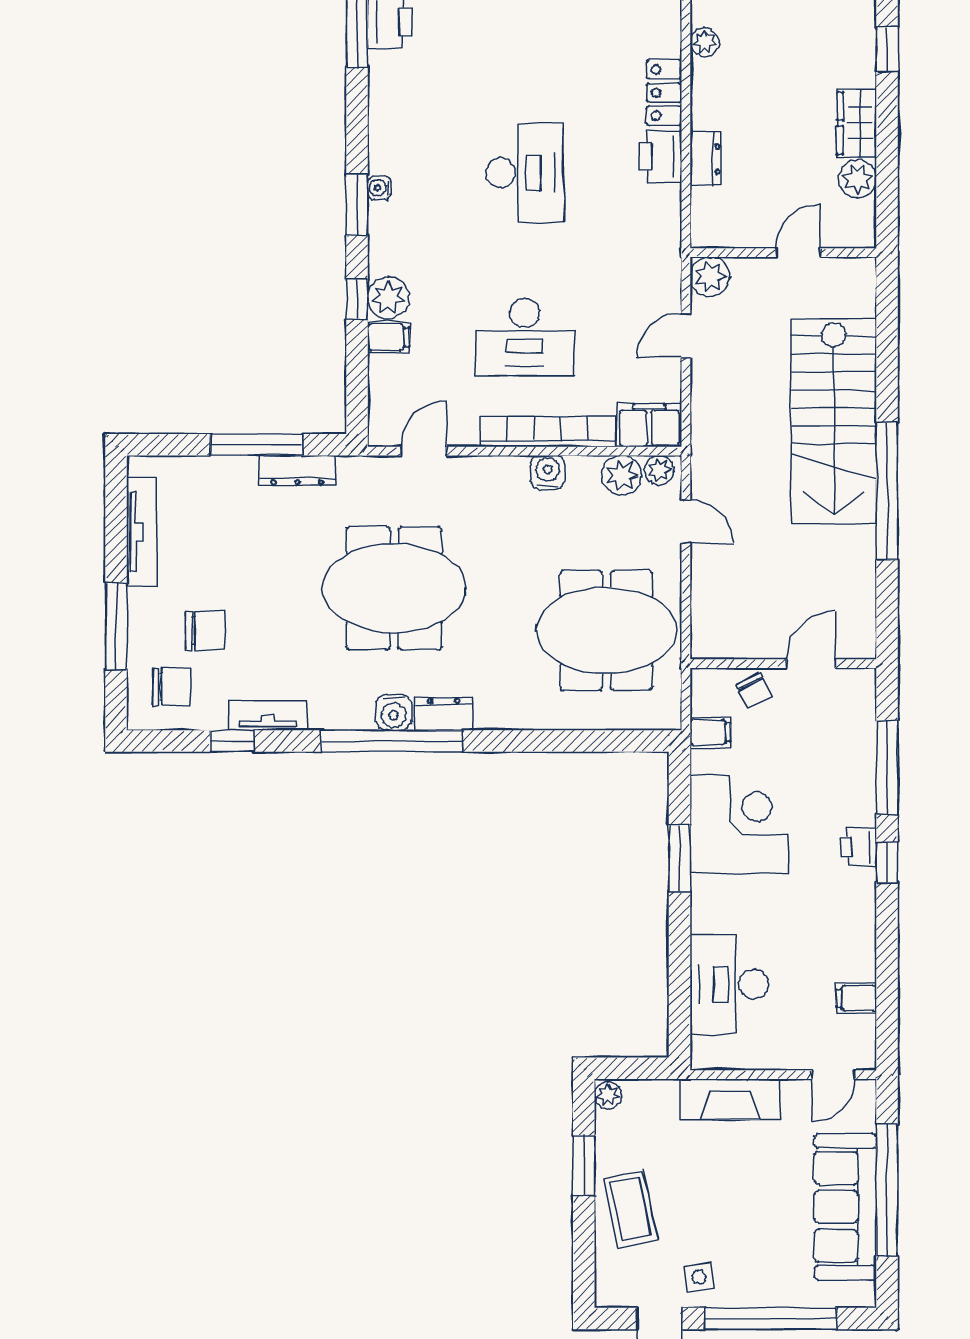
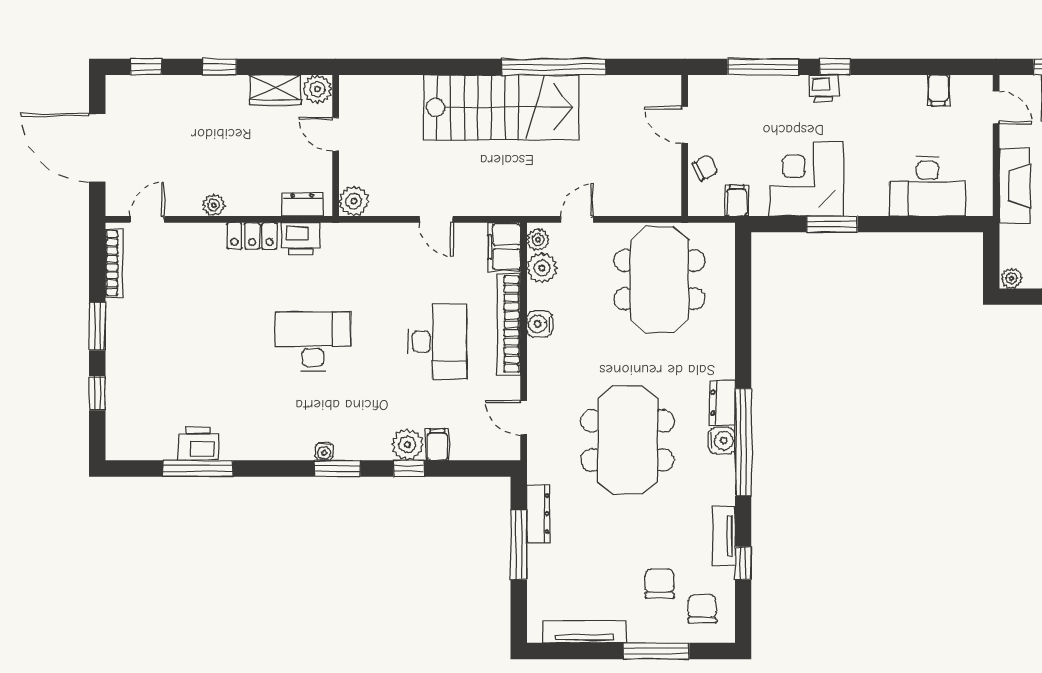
wall: (783, 253) -> (336, 145), moved
door: (798, 253) -> (336, 134), moved
plant: (710, 277) -> (354, 201), moved

